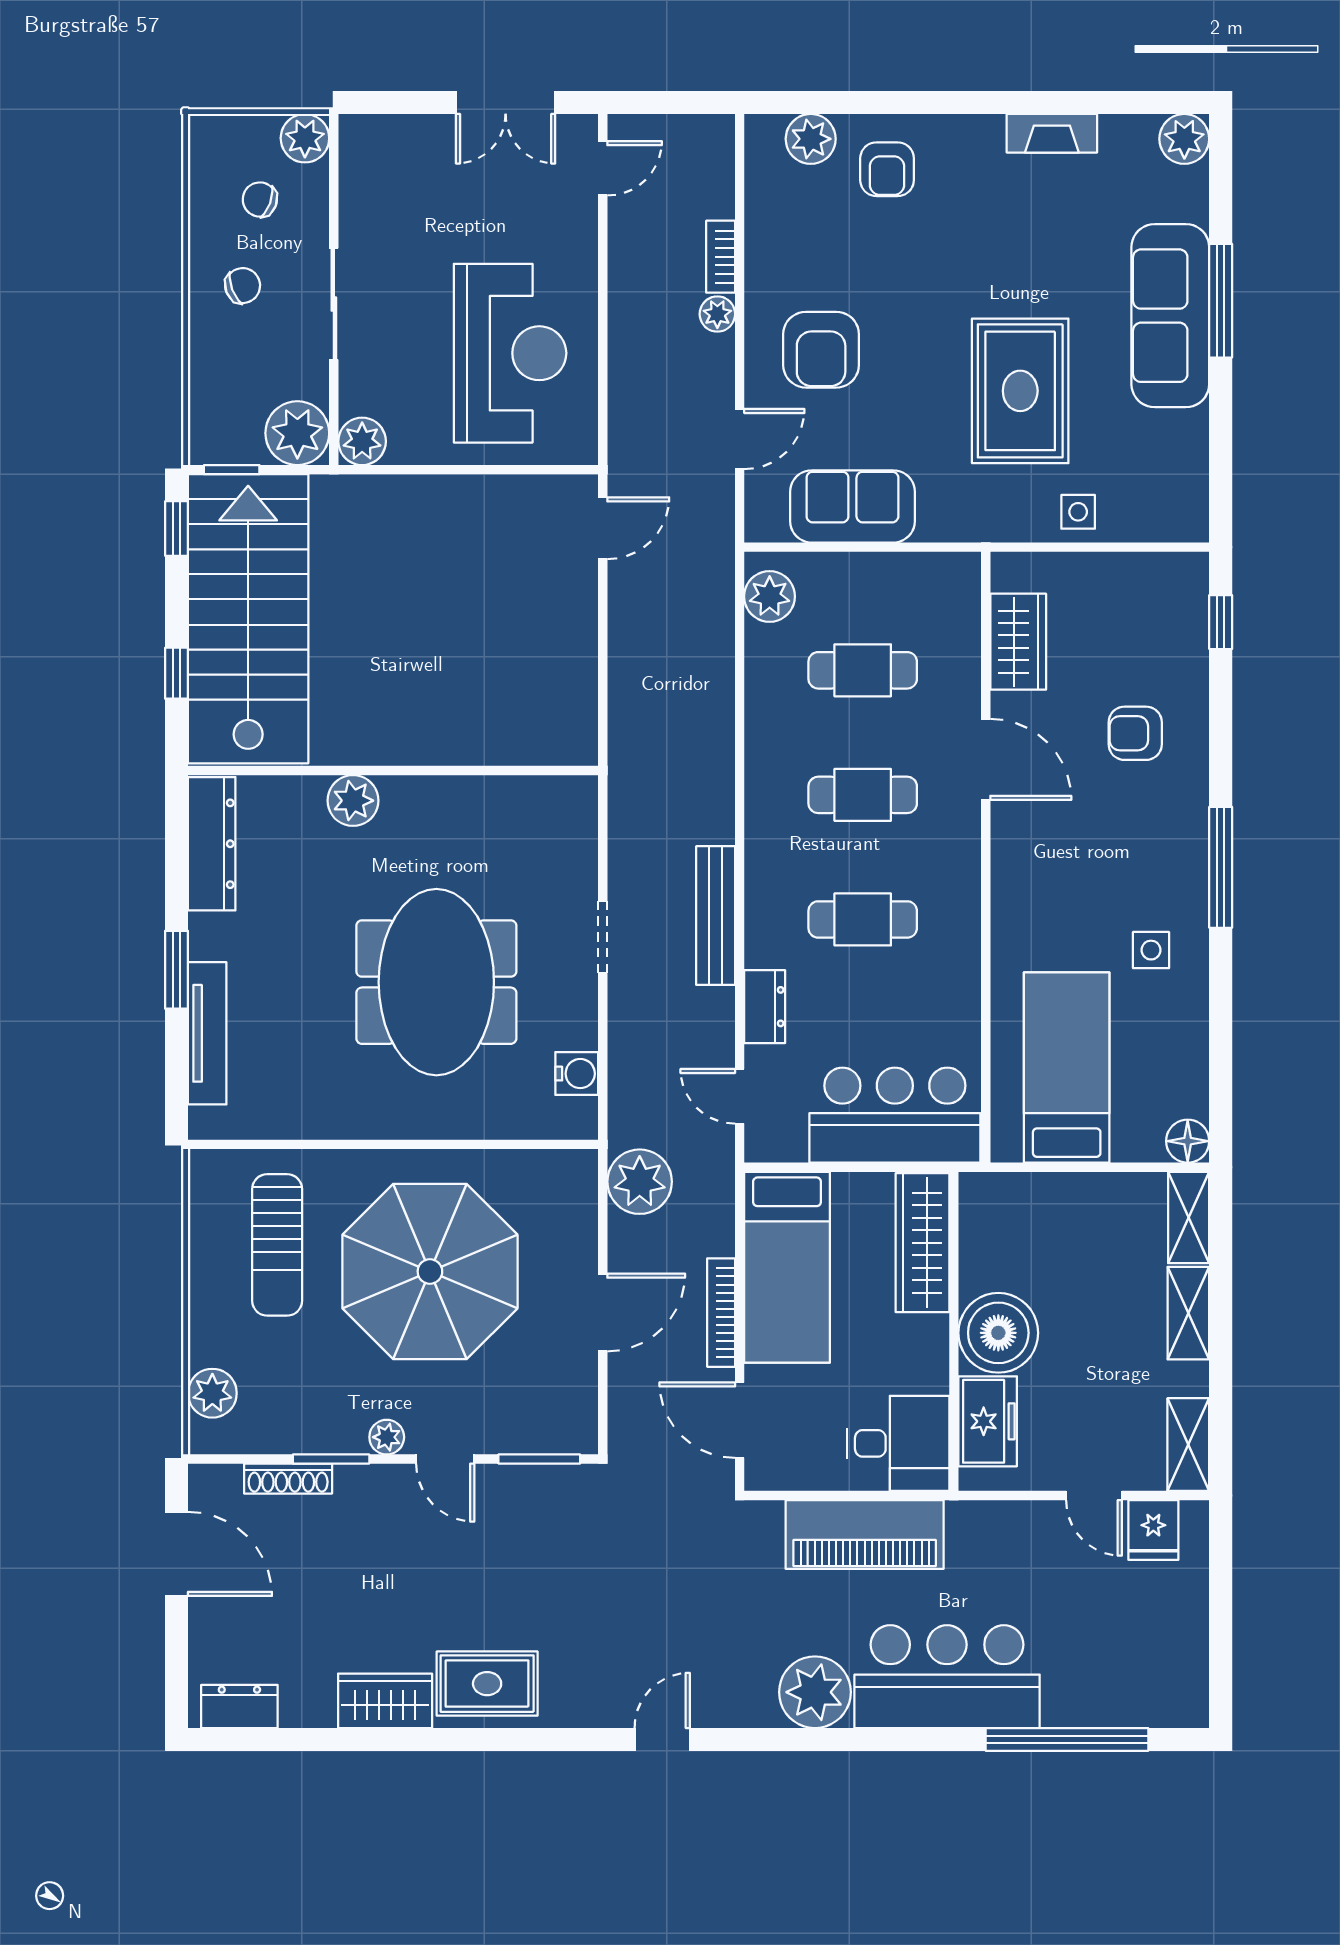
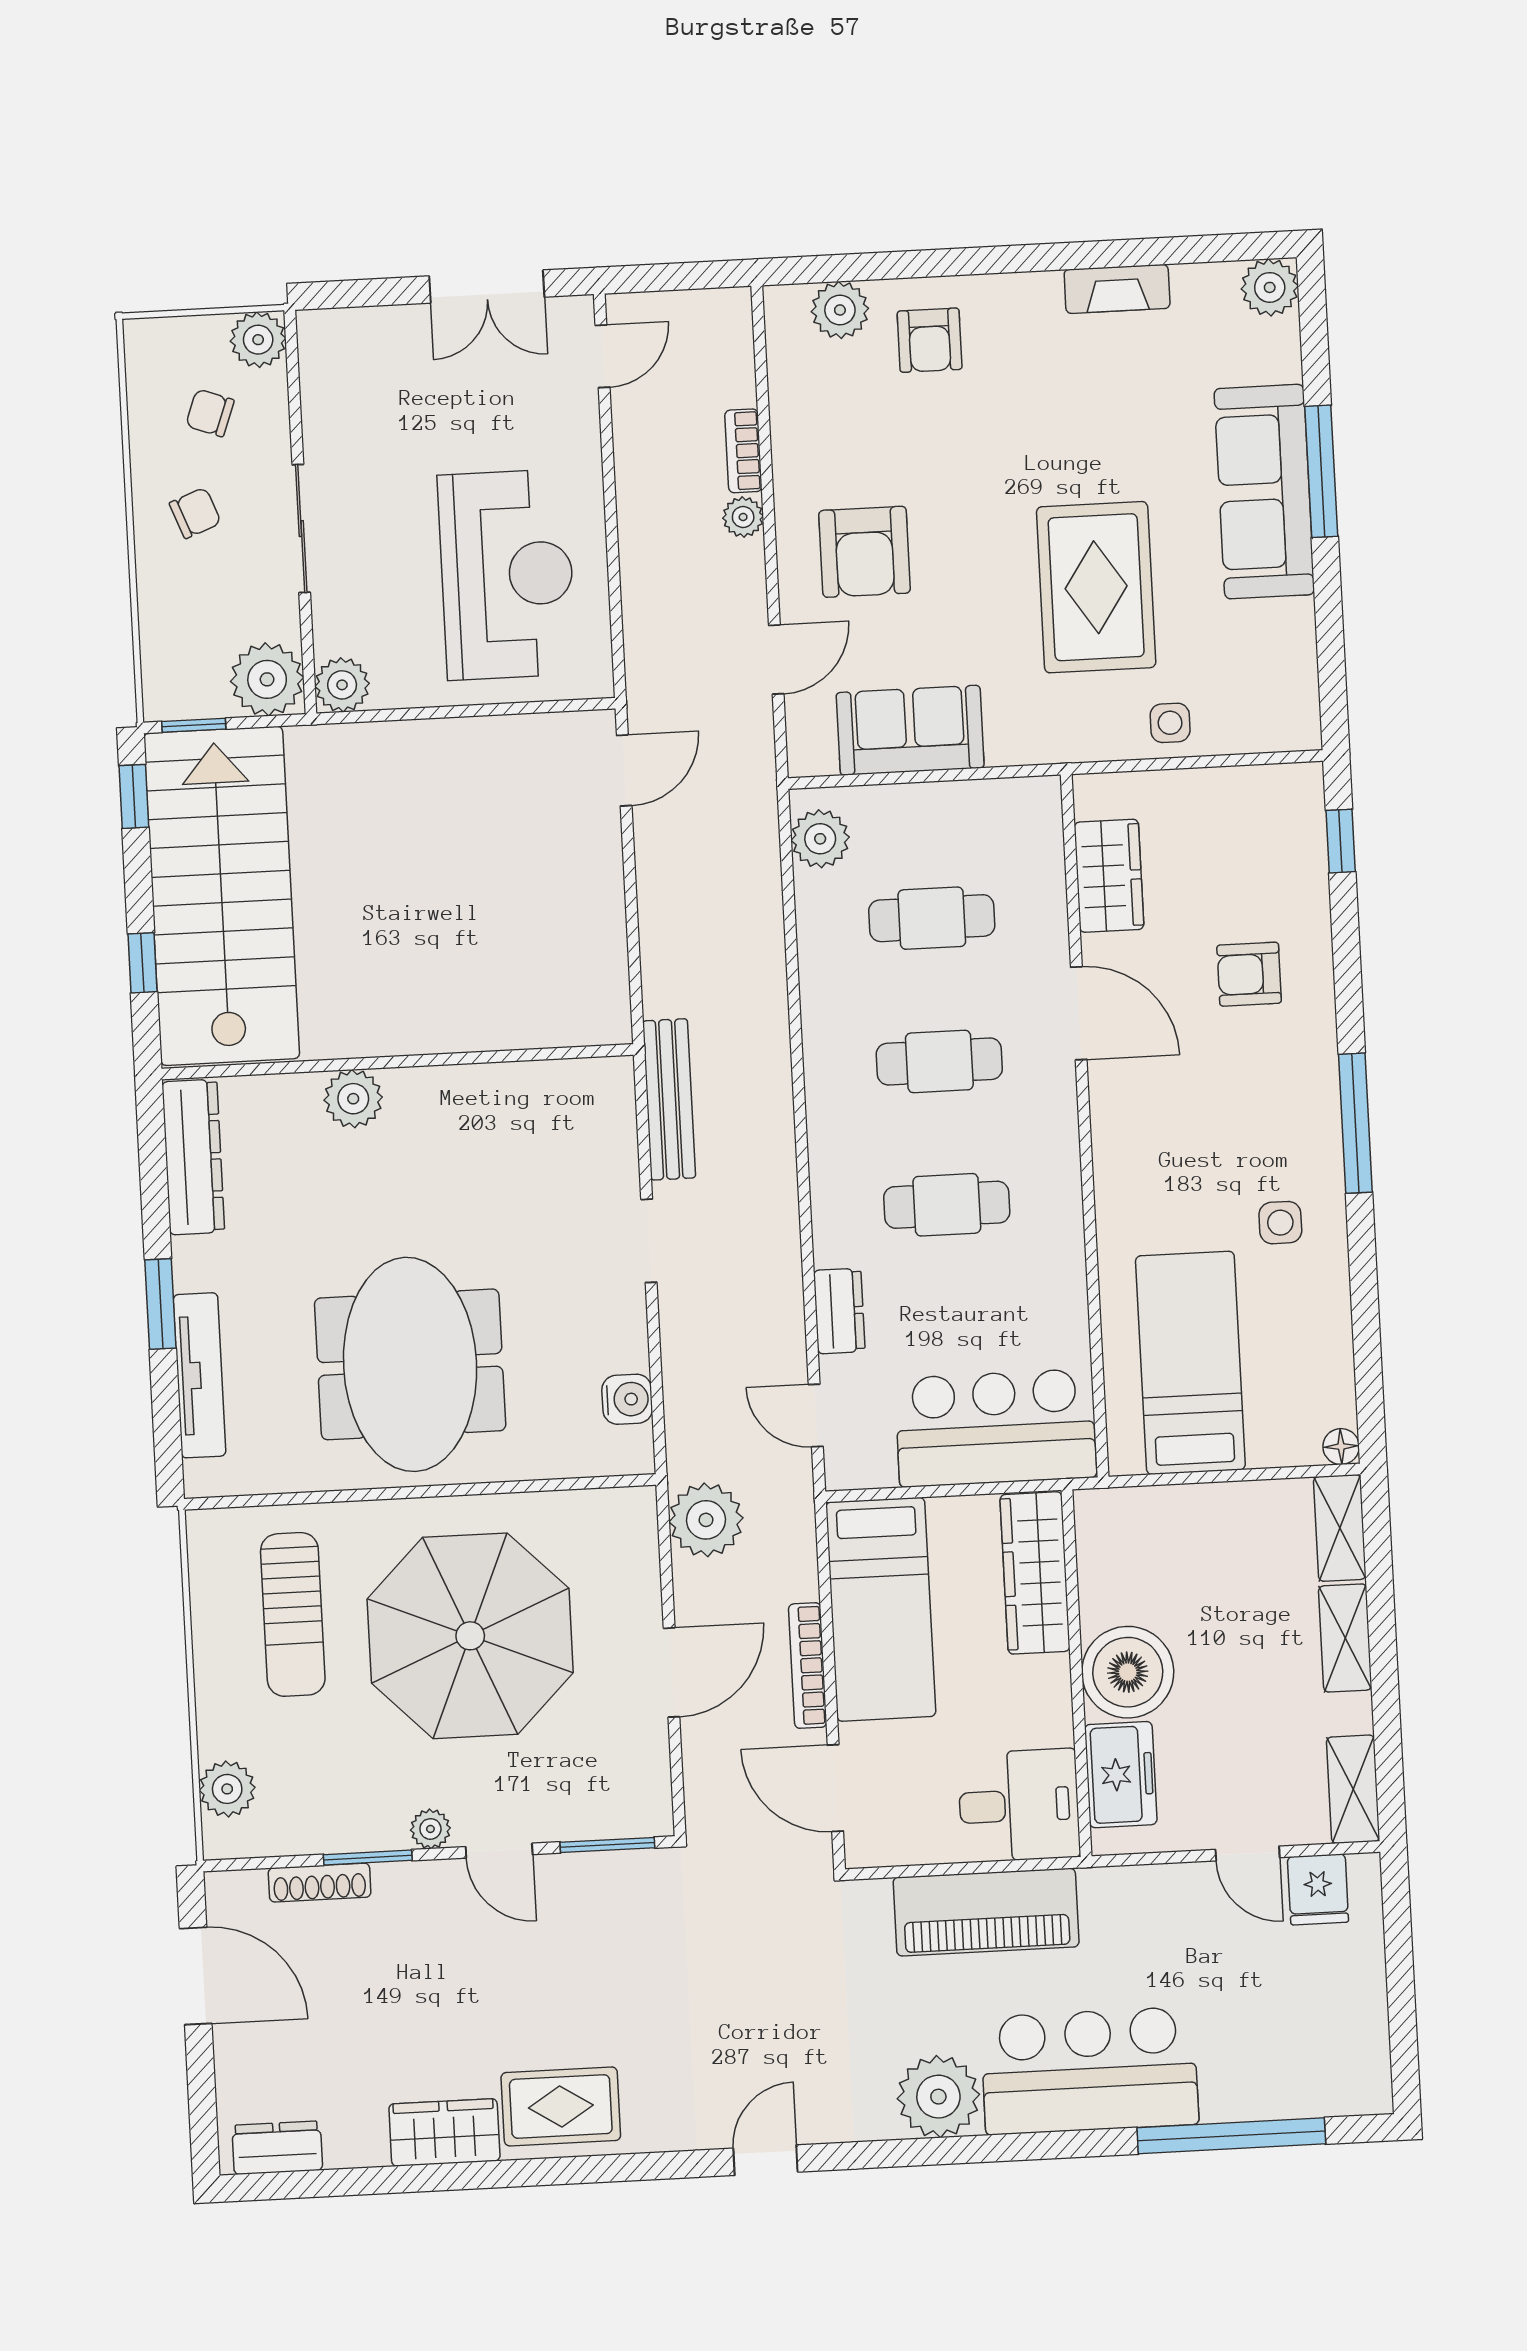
bench: (716, 916) -> (669, 1099), moved
meeting table: (436, 982) -> (410, 1364), moved
floor lamp: (1188, 1141) -> (1341, 1447), width x0.73, depth x0.73

